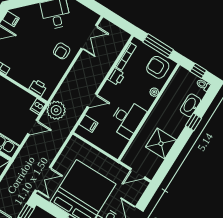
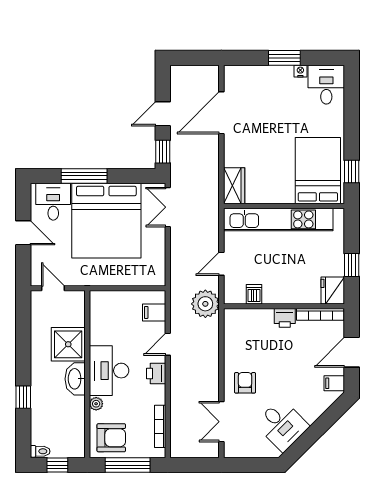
printer: (116, 77) -> (156, 373), moved
printer: (38, 88) -> (285, 318), moved
washbasin: (190, 105) -> (75, 379), moved, turned 180
dishwasher: (38, 107) -> (254, 294), moved
desk: (127, 119) -> (109, 371), moved
shower: (161, 144) -> (68, 344), moved
door: (138, 173) -> (53, 288), hinge flipped

